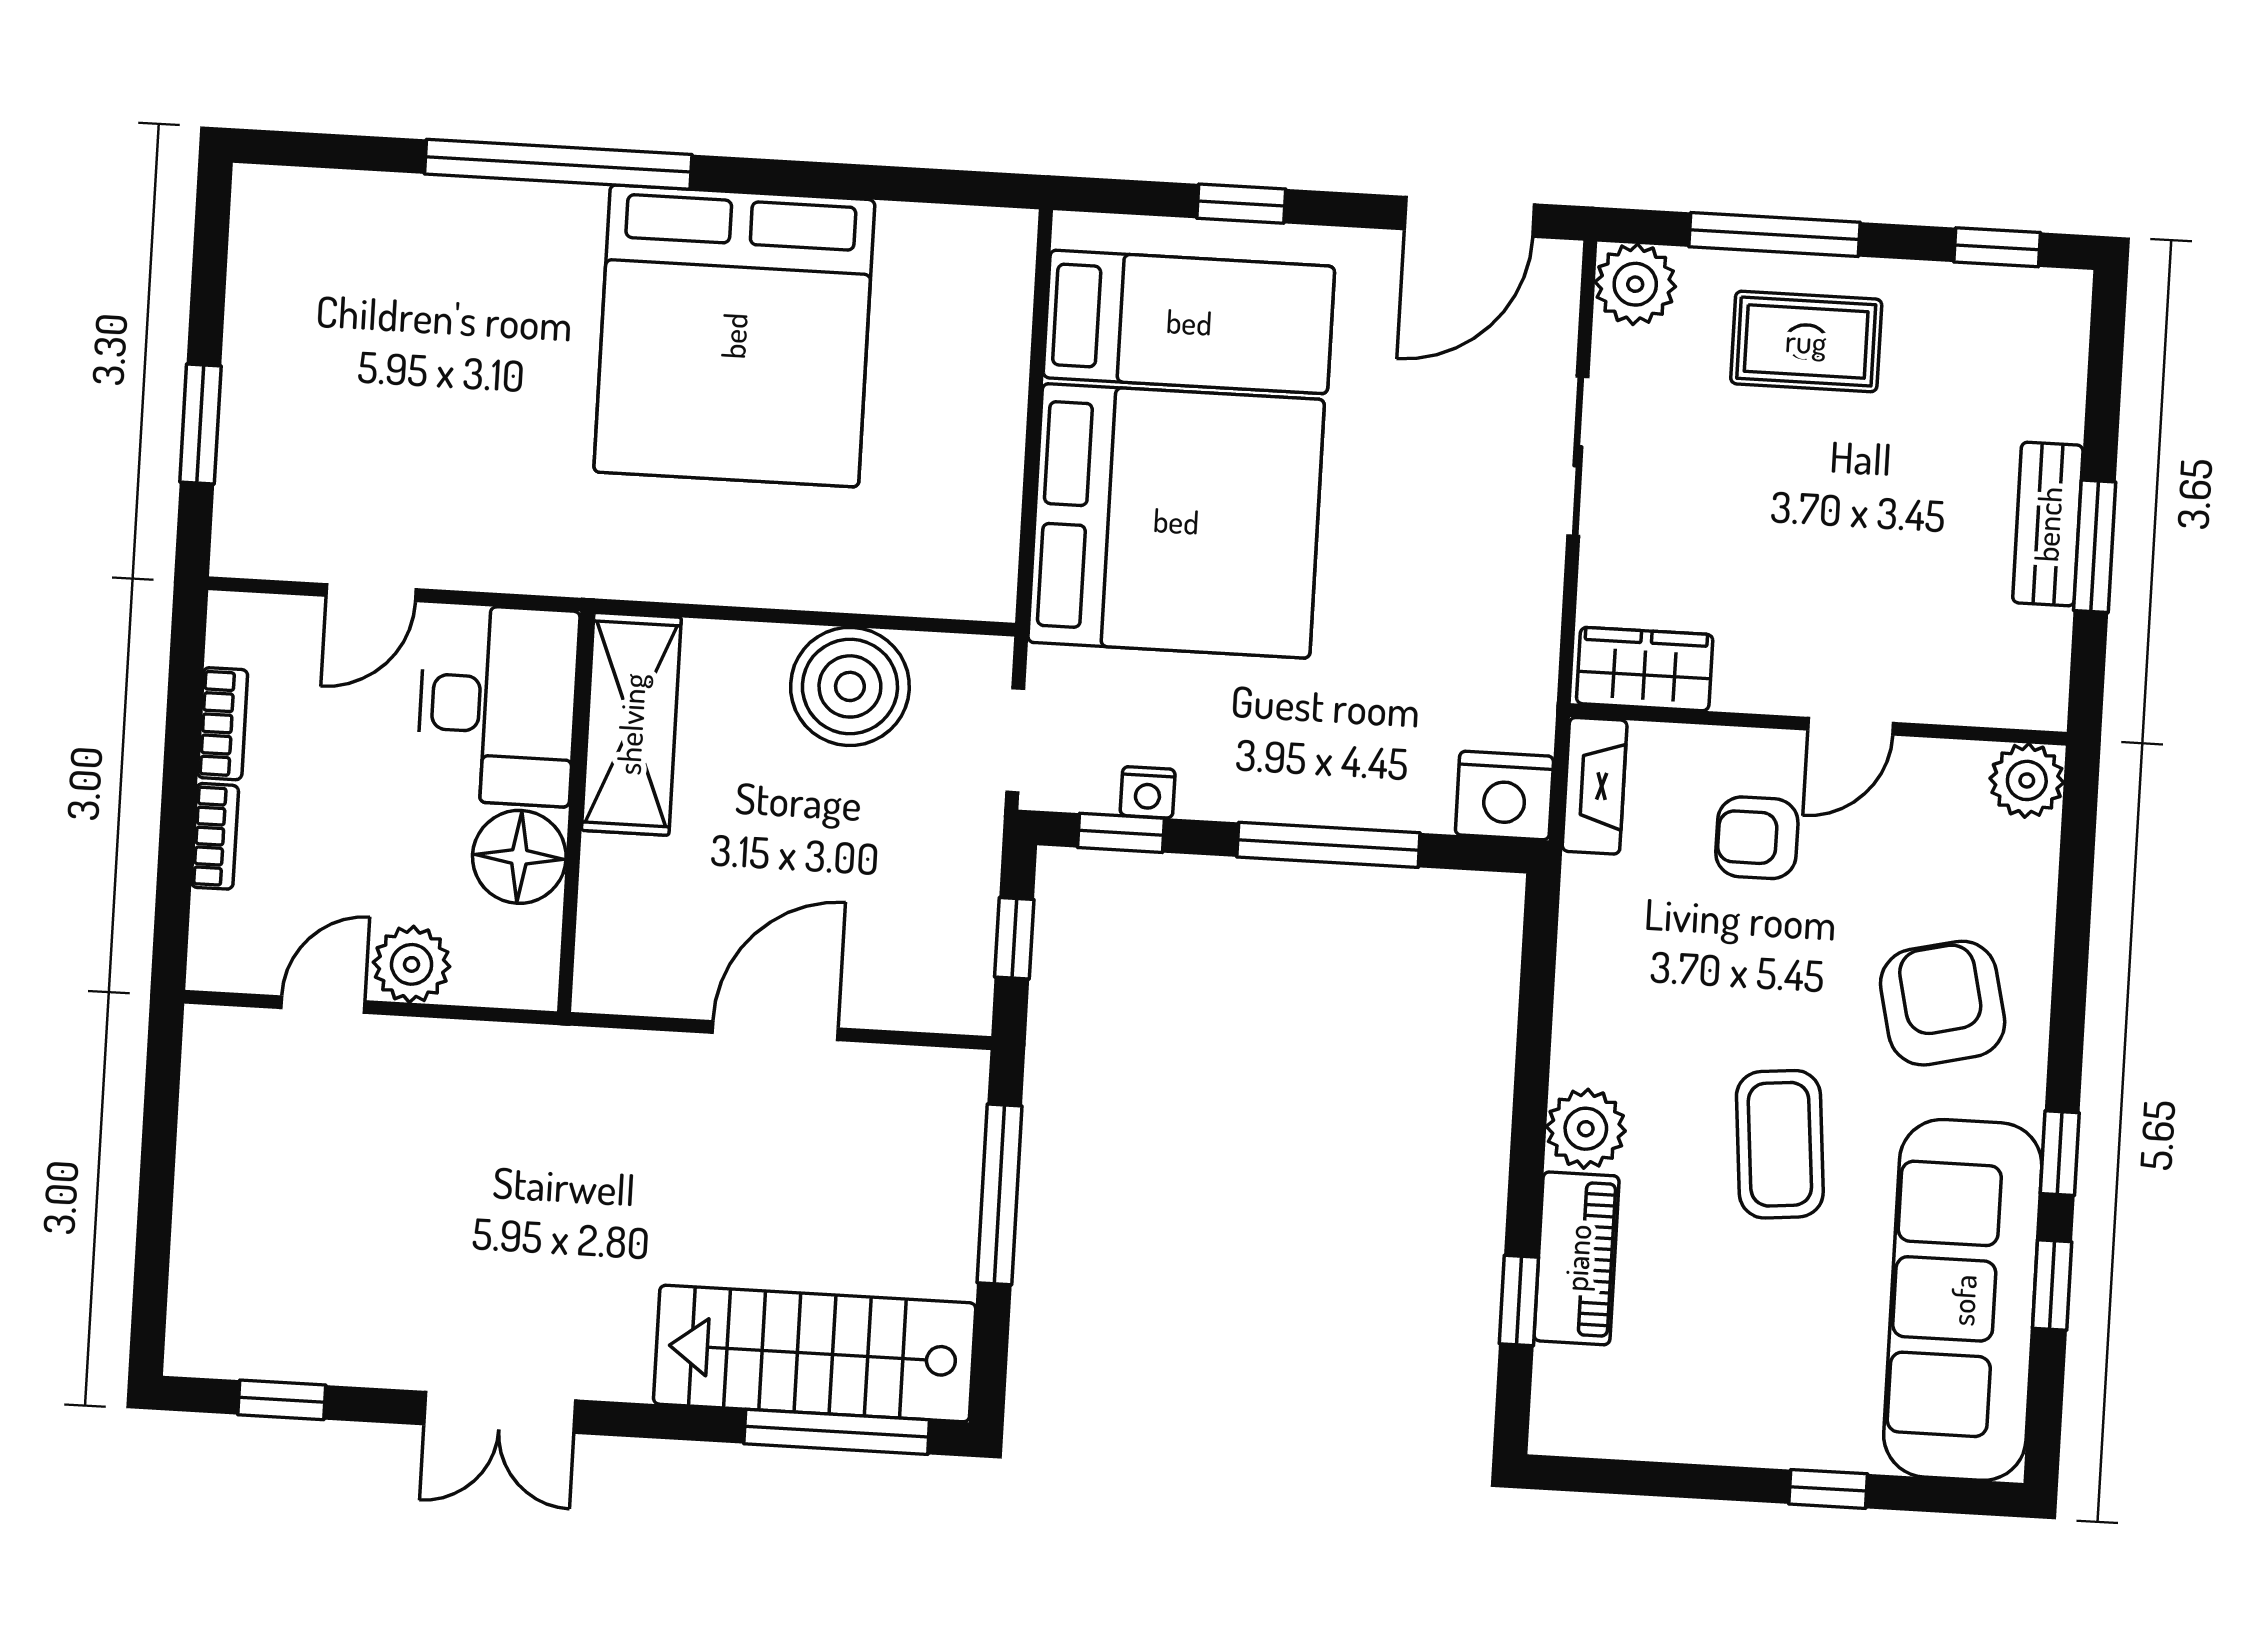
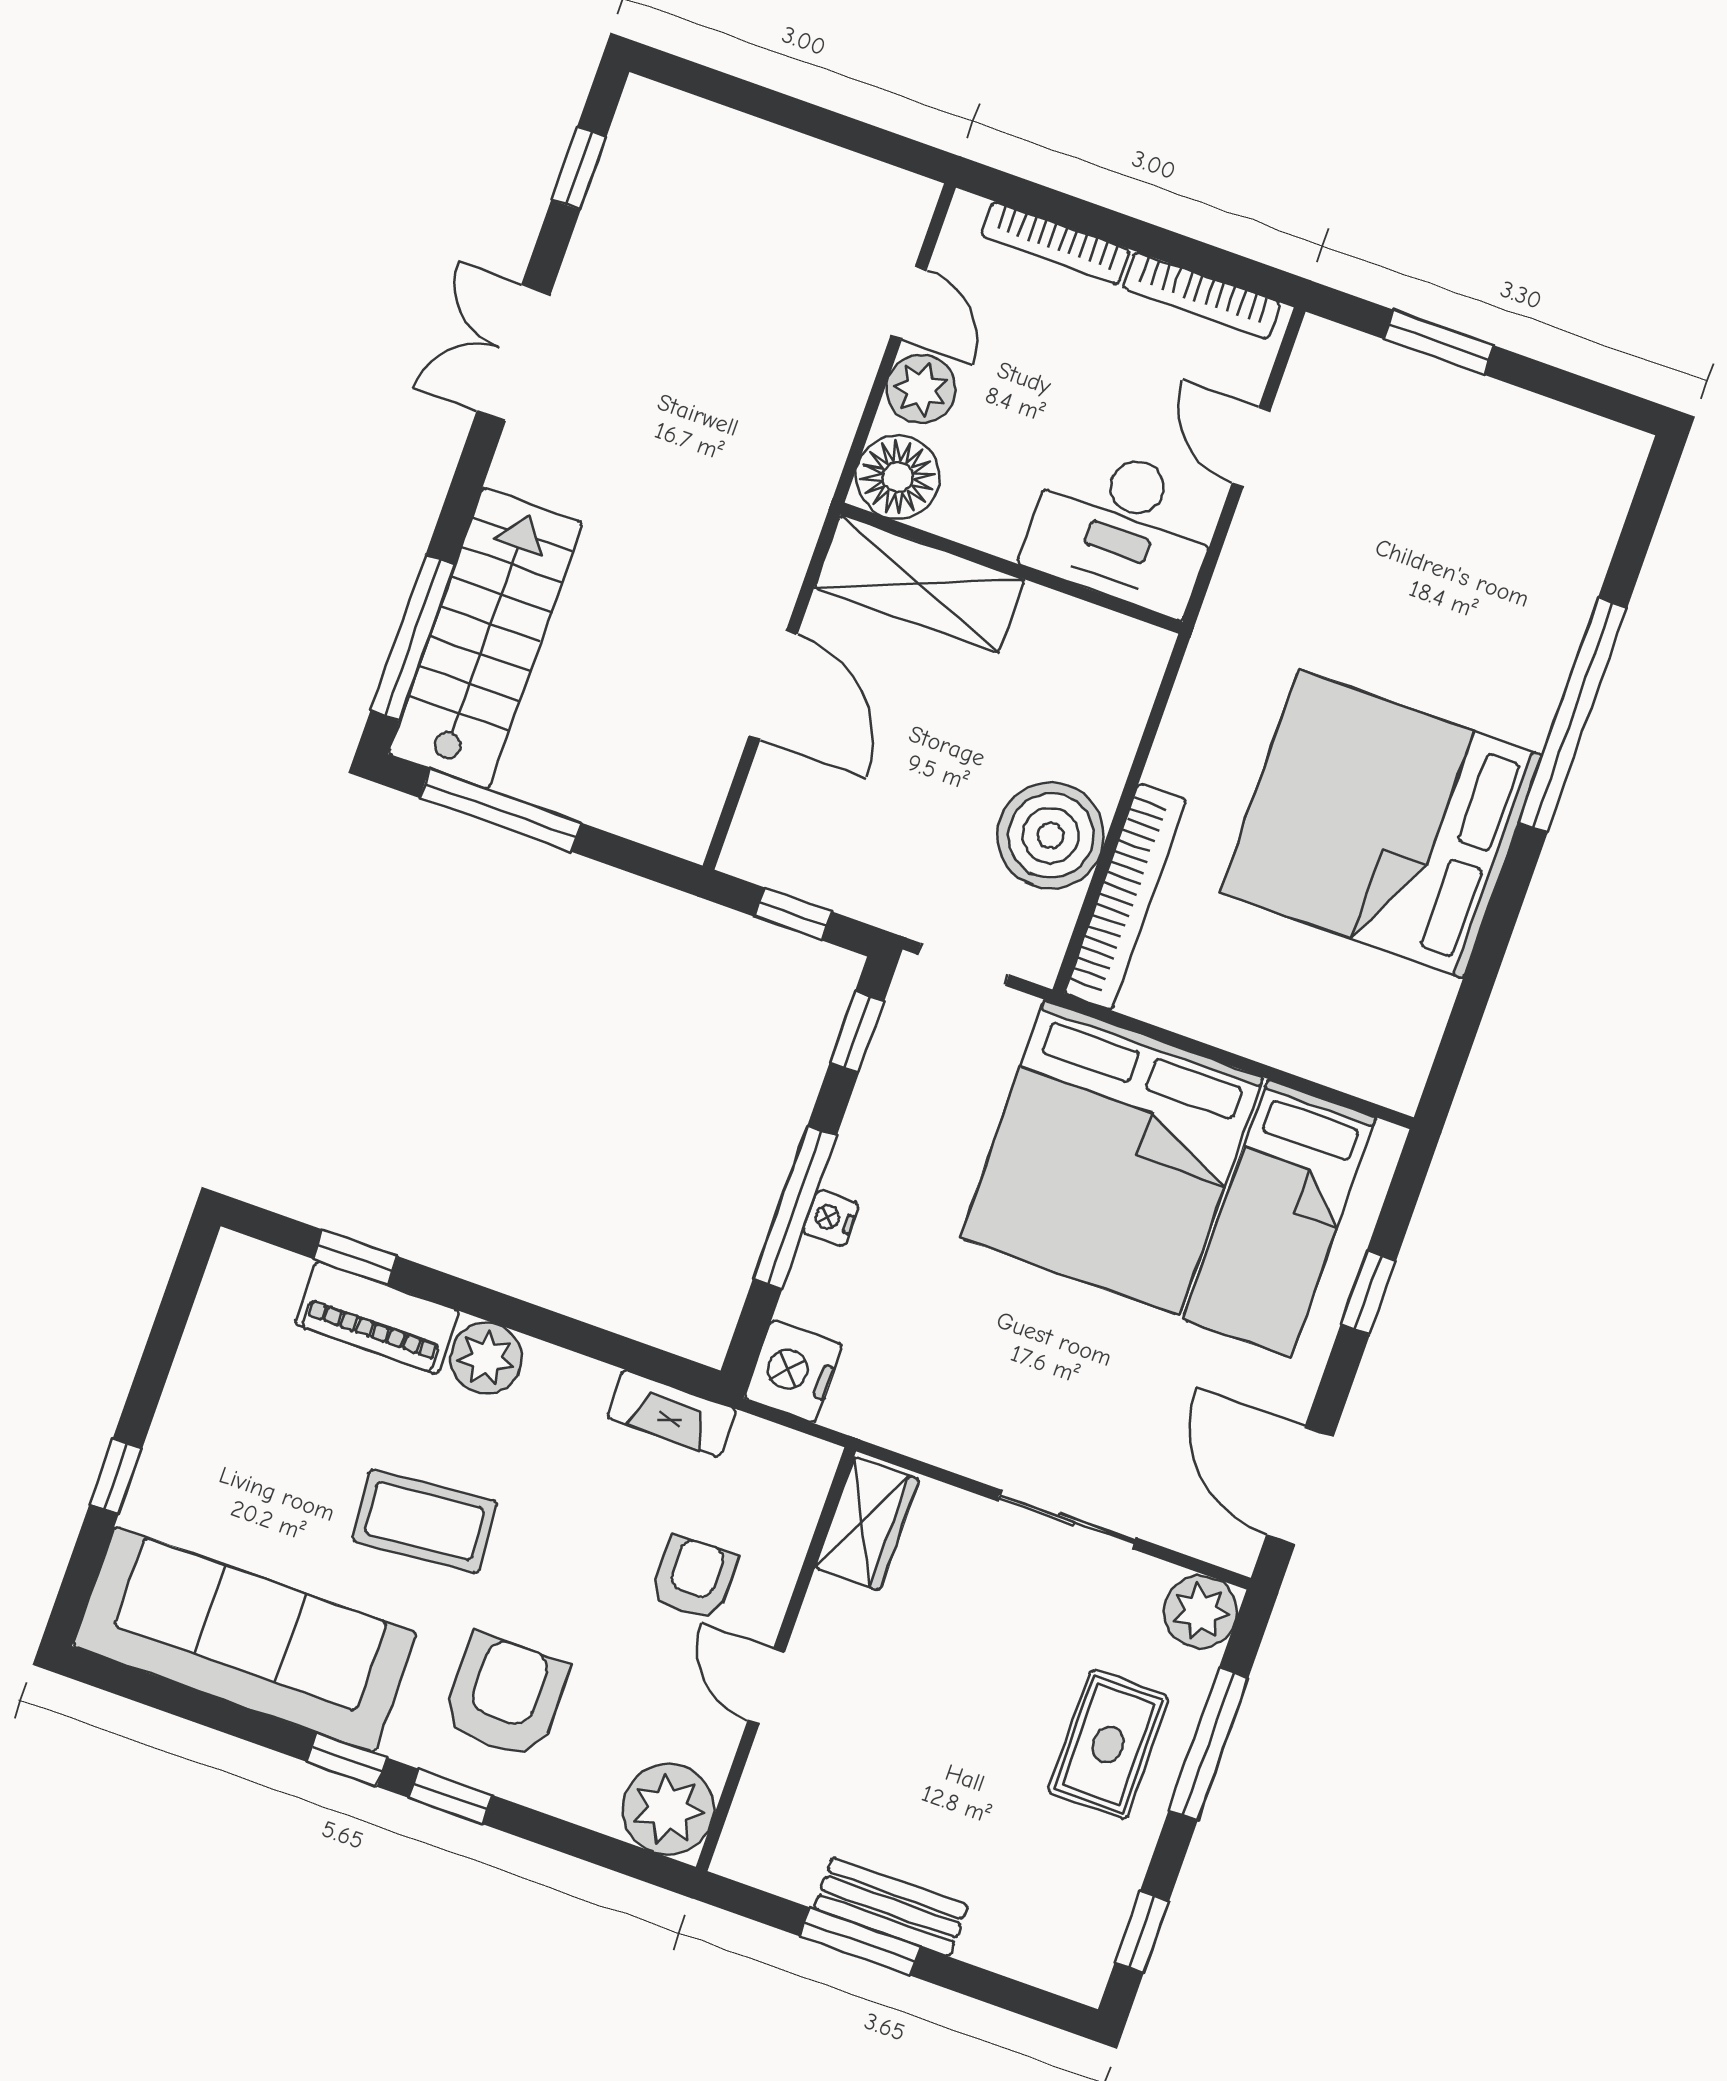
bookcase: (892, 587) -> (1125, 896), added
bookcase: (223, 724) -> (1202, 296), width x1.56
shelving: (631, 724) -> (919, 584), moved
plant: (2027, 780) -> (668, 1809), width x1.36, depth x1.36
fireplace: (1595, 786) -> (672, 1413), moved
nightstand: (1148, 792) -> (831, 1218), moved
bookcase: (215, 836) -> (1056, 243), width x1.56
floor lamp: (519, 857) -> (898, 477), moved
armchair: (1943, 1003) -> (505, 1696), turned -77
window: (1000, 1194) -> (500, 810), moved
window: (2052, 1285) -> (450, 1796), moved

